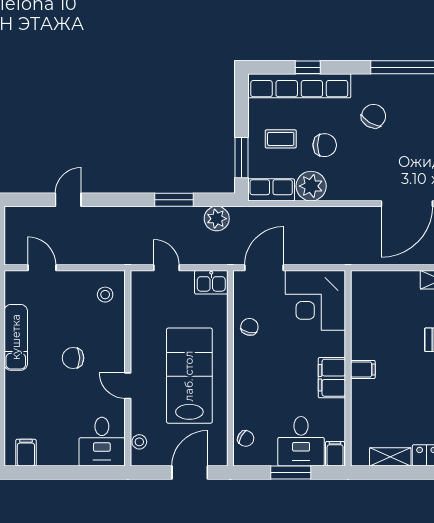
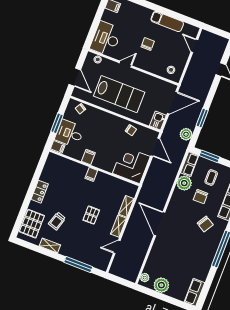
door: (42, 268) -> (194, 46), swing flipped
door: (167, 268) -> (172, 103), width x1.88
filing cabinet: (332, 378) -> (88, 157), width x0.50
desk: (102, 442) -> (106, 39), width x1.37
shelving: (390, 457) -> (126, 206), moved

